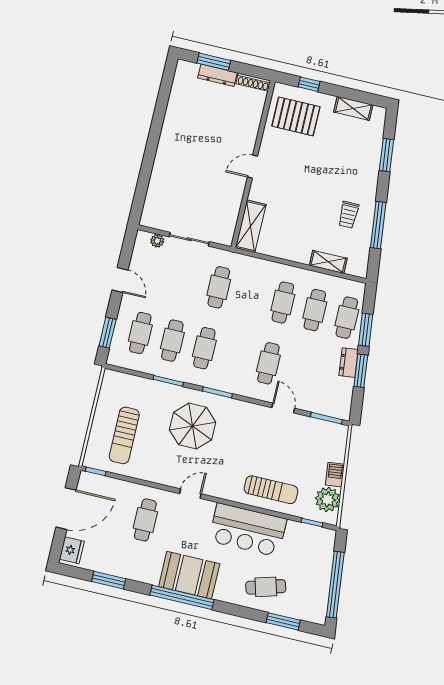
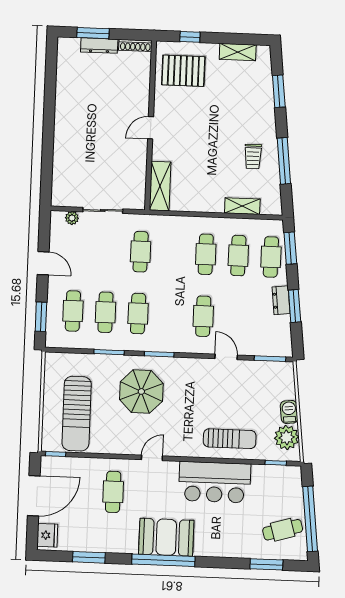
window: (366, 330) -> (290, 248), moved
sun lounger: (124, 435) -> (77, 414), width x1.36, depth x1.34
cafe table: (266, 587) -> (283, 530), moved

